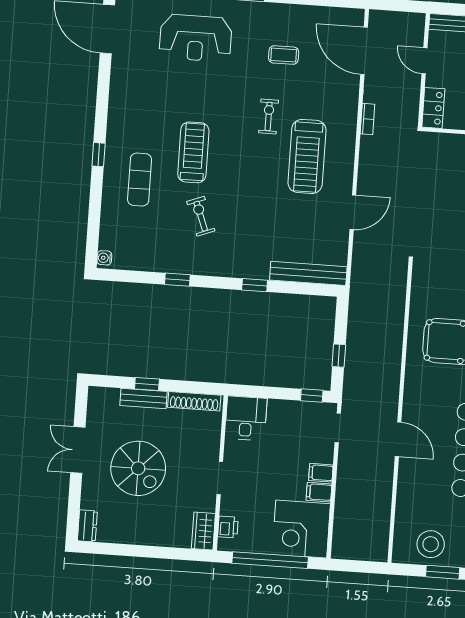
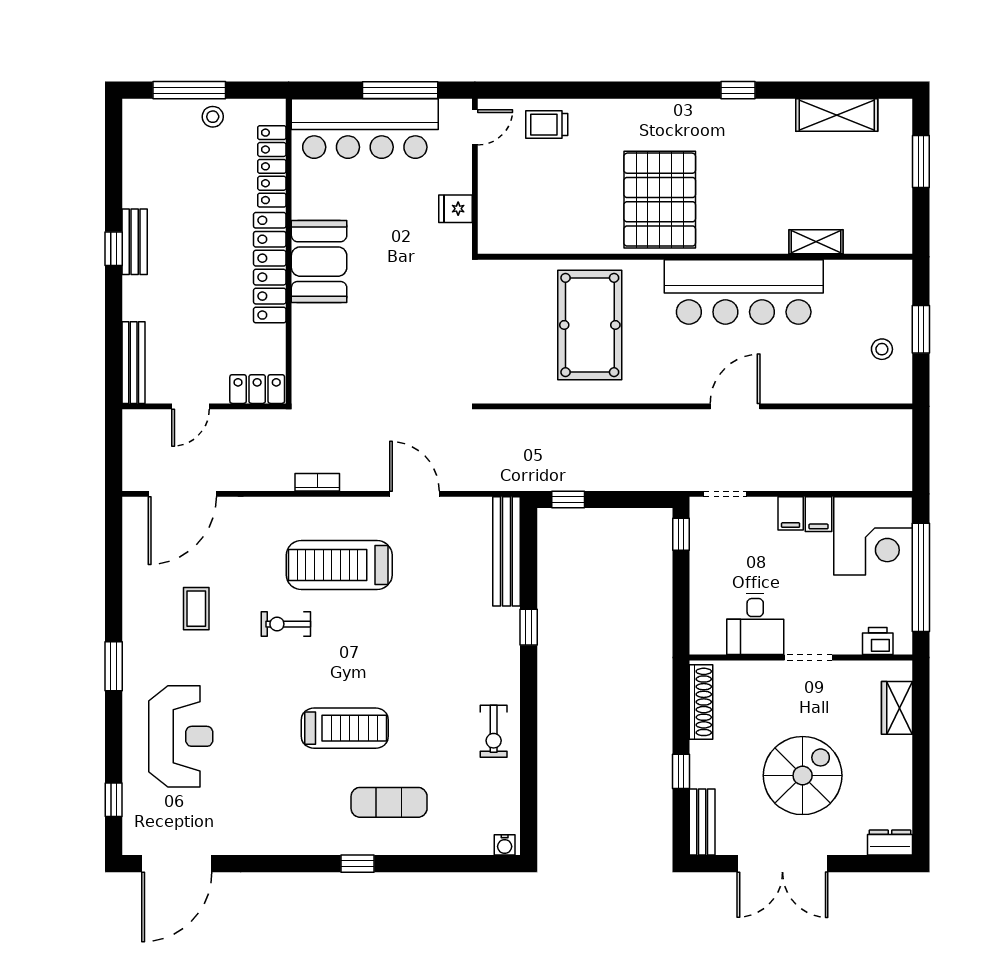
bookcase: (367, 119) -> (317, 482), moved
treadmill: (193, 152) -> (345, 728), turned 180
treadmill: (307, 156) -> (339, 565), turned 180
exercise bike: (201, 216) -> (494, 731), moved, turned -69
window: (177, 280) -> (529, 738), removed
window: (339, 356) -> (568, 499), moved
bench: (144, 398) -> (702, 822), moved
desk: (246, 418) -> (755, 624), moved, turned -90
double door: (78, 450) -> (782, 864), width x1.37
wardrobe: (203, 531) -> (897, 708), moved, turned 90
stool: (431, 544) -> (882, 349), width x0.53, depth x0.53

